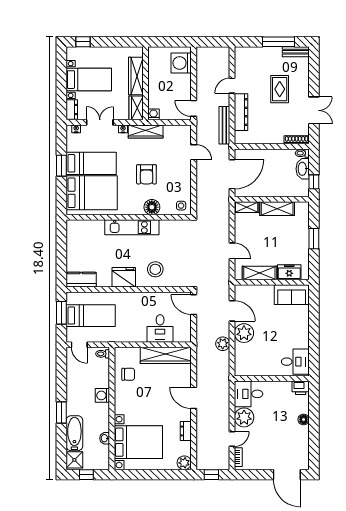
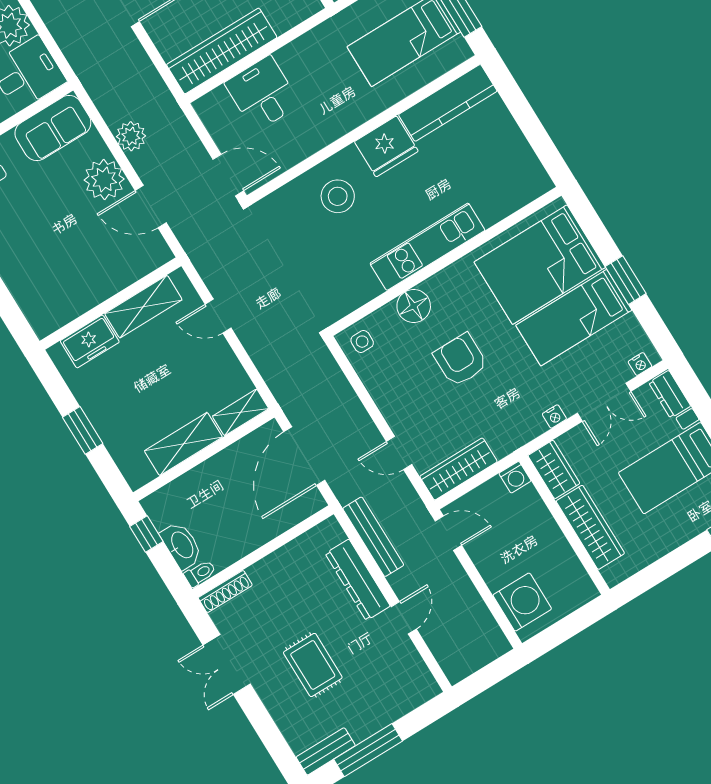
wardrobe: (146, 131) -> (458, 469), moved
kitchen counter: (81, 280) -> (448, 103), width x1.50
sofa: (292, 295) -> (53, 128), moved, turned 180

